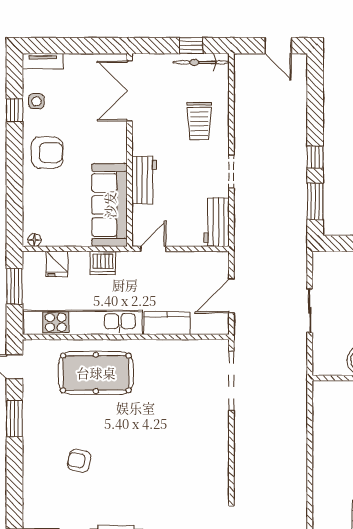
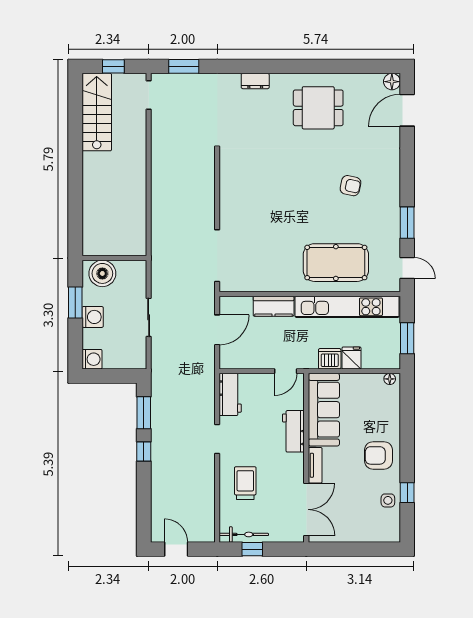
tv unit: (43, 61) -> (315, 465), moved, turned 90
fridge: (57, 264) -> (351, 358), moved

